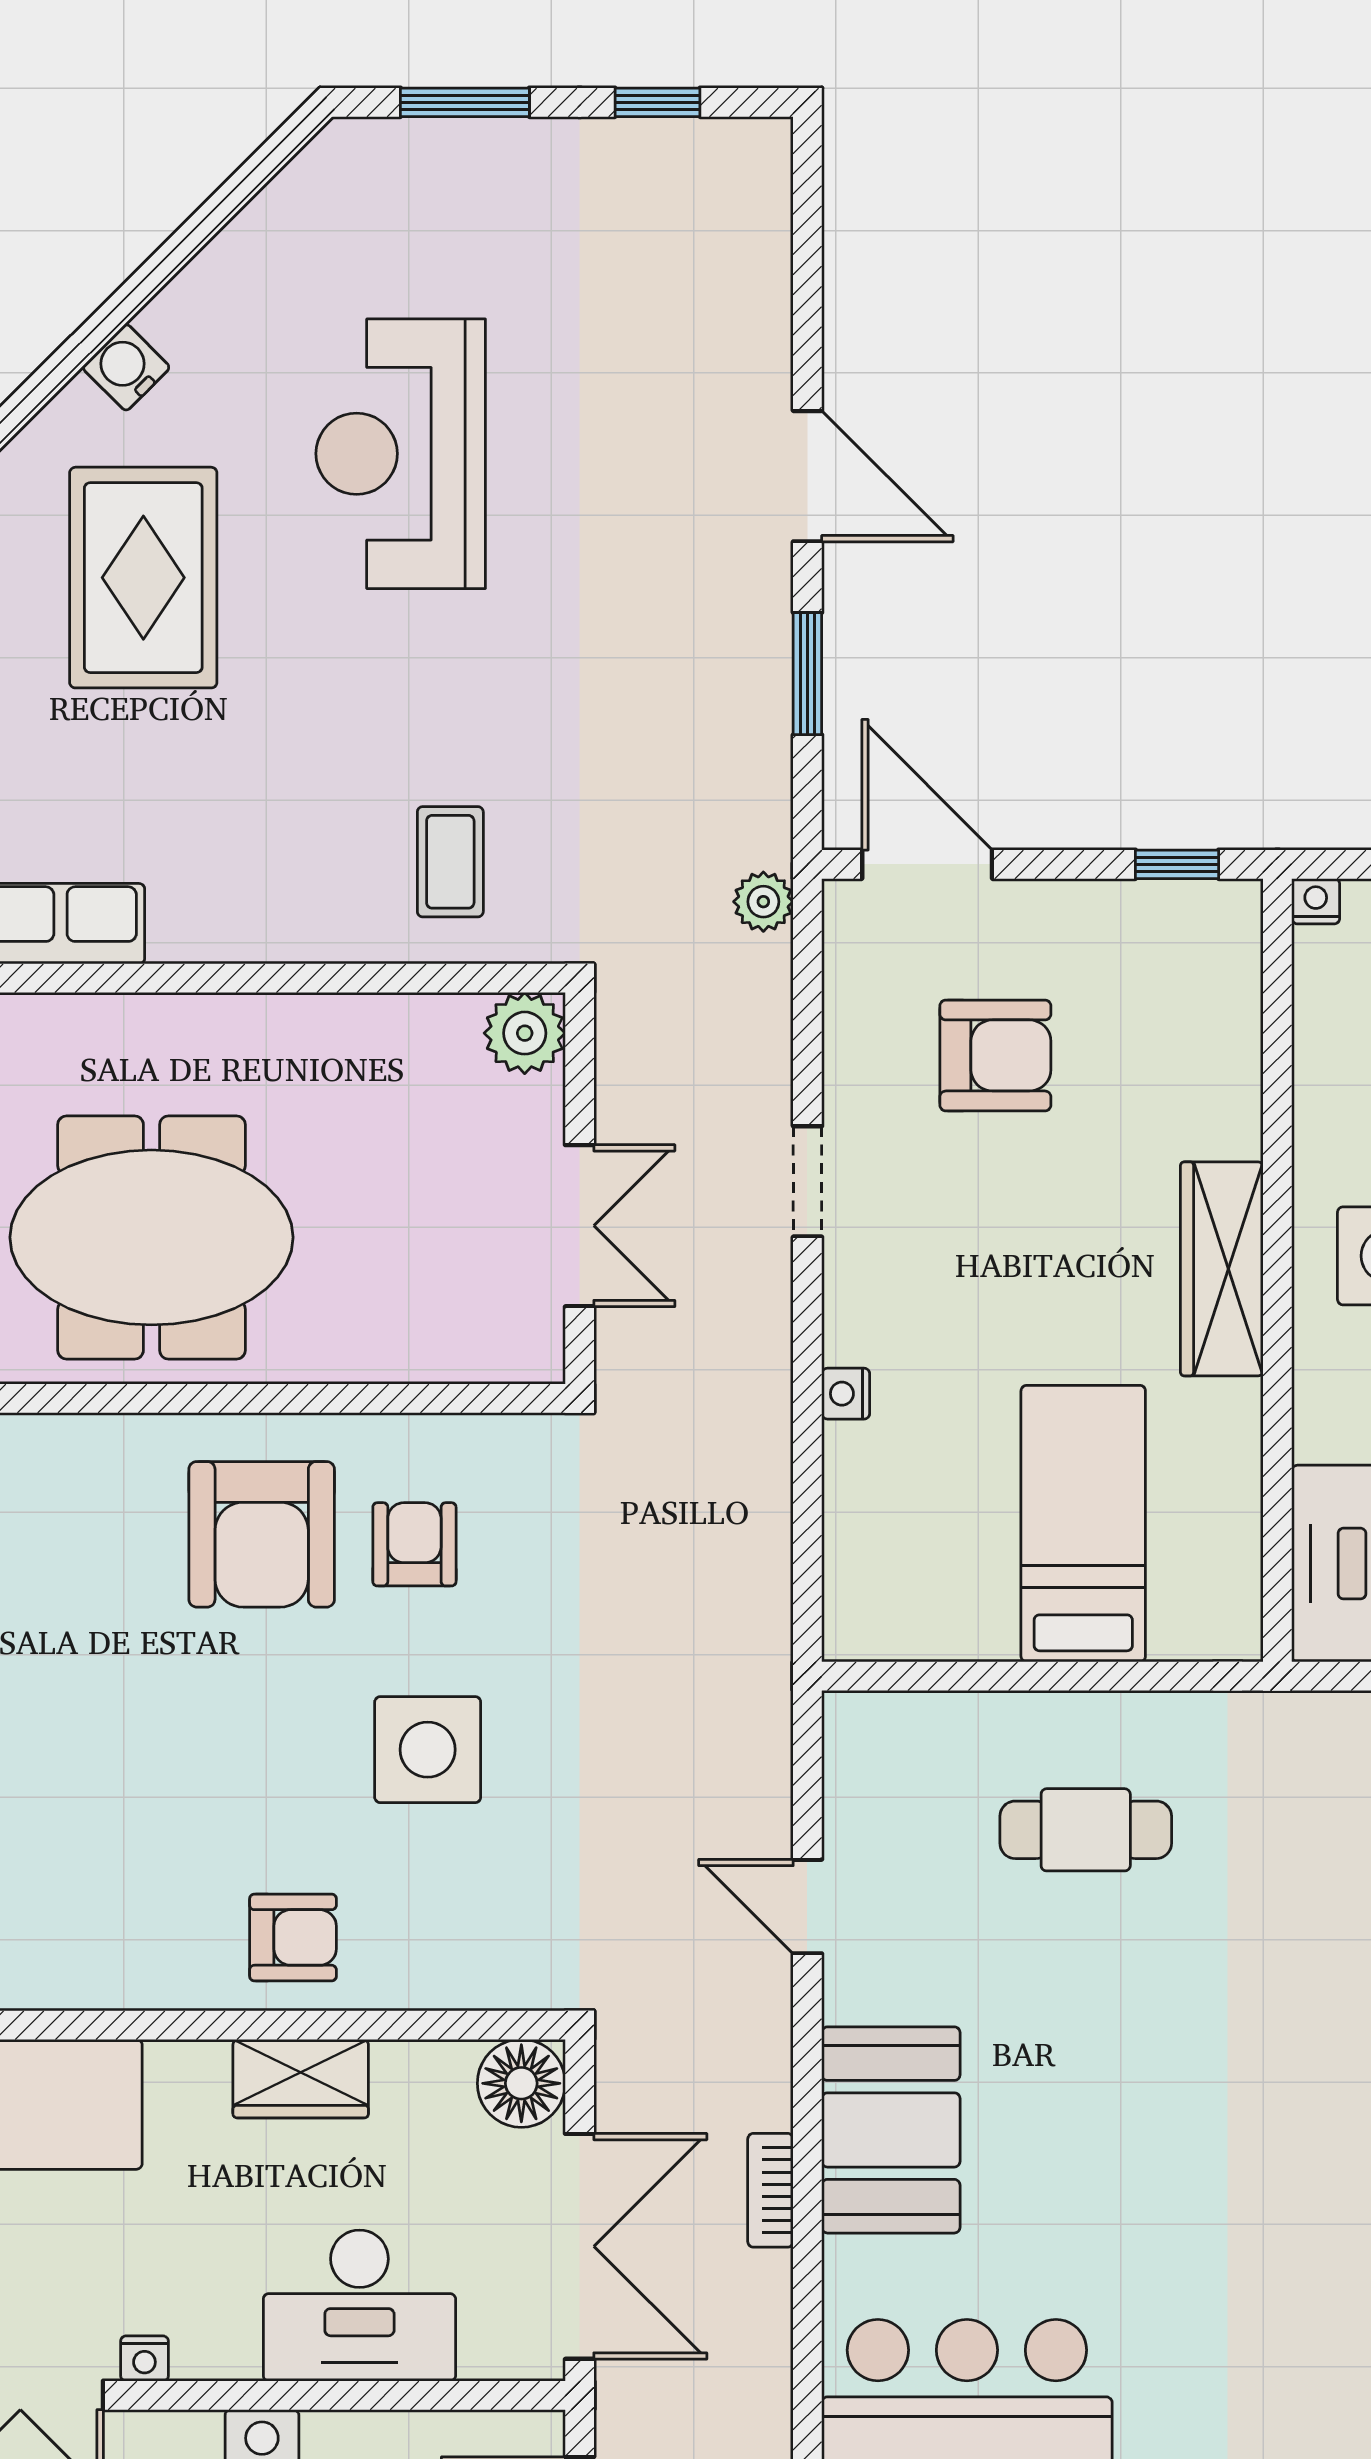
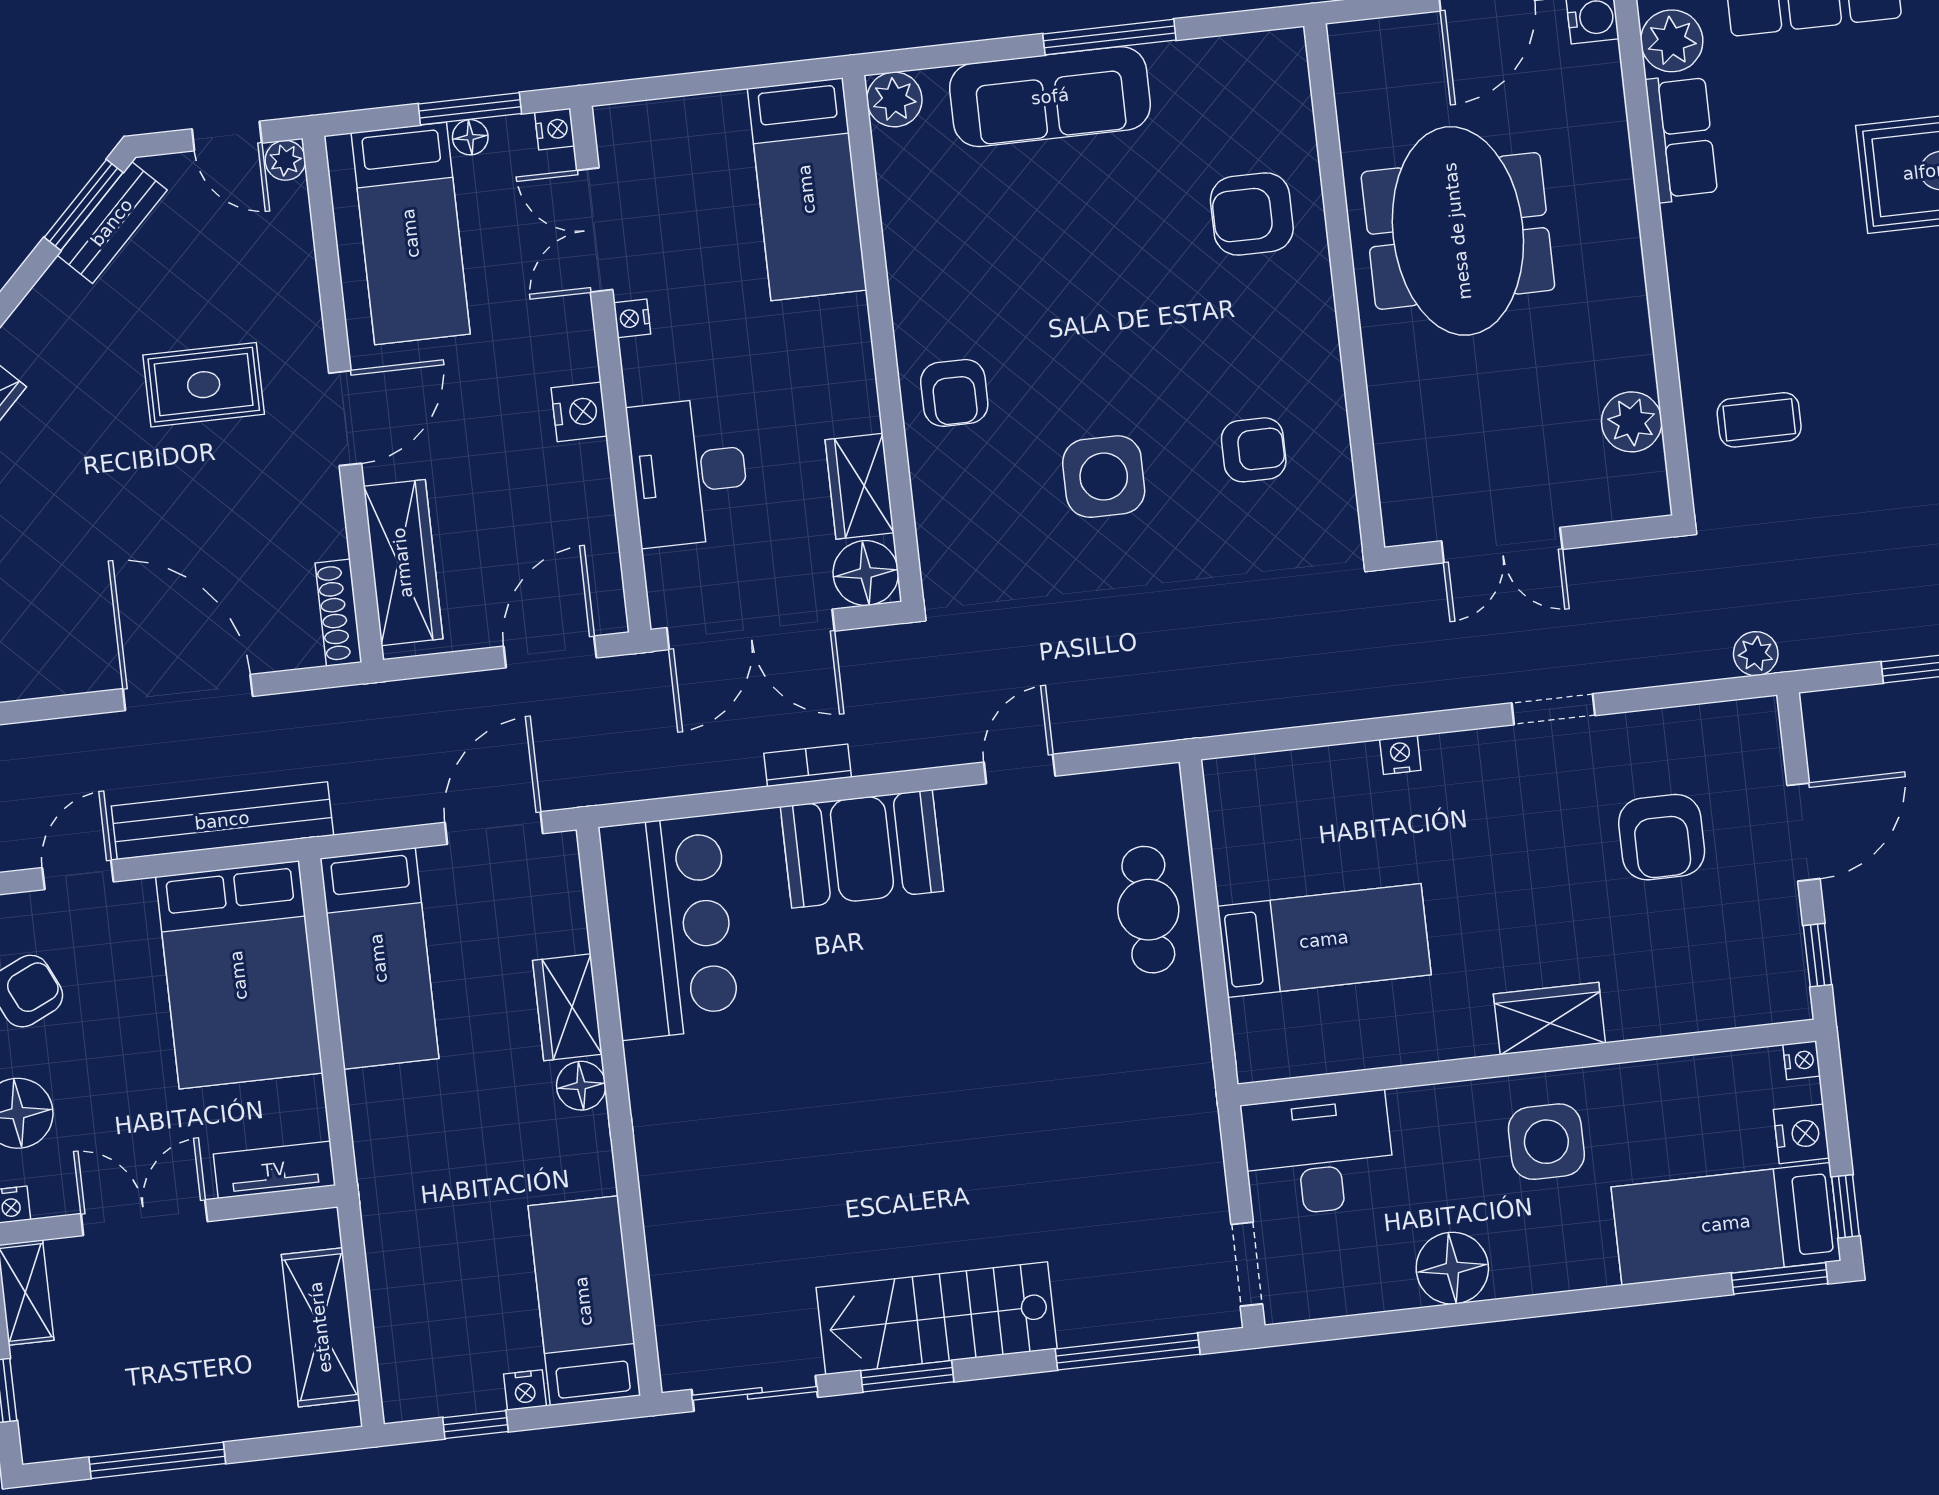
door: (927, 864) -> (1804, 832), moved
plant: (525, 1033) -> (1632, 422), moved
wardrobe: (1222, 1269) -> (1549, 1019), width x0.67
armchair: (262, 1534) -> (1252, 214), moved, width x0.73, depth x0.73
cafe table: (1086, 1830) -> (1148, 910), moved
wardrobe: (301, 2079) -> (860, 486), moved

